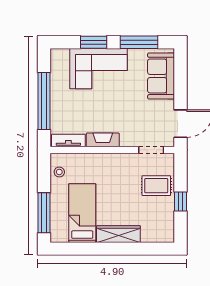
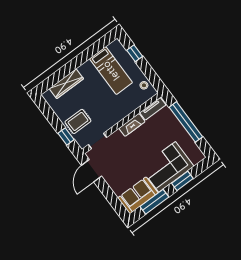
sofa: (161, 76) -> (138, 195), moved, turned -90
window: (181, 202) -> (66, 136), moved
window: (44, 213) -> (135, 53), width x0.46
wardrobe: (118, 234) -> (66, 84), moved

